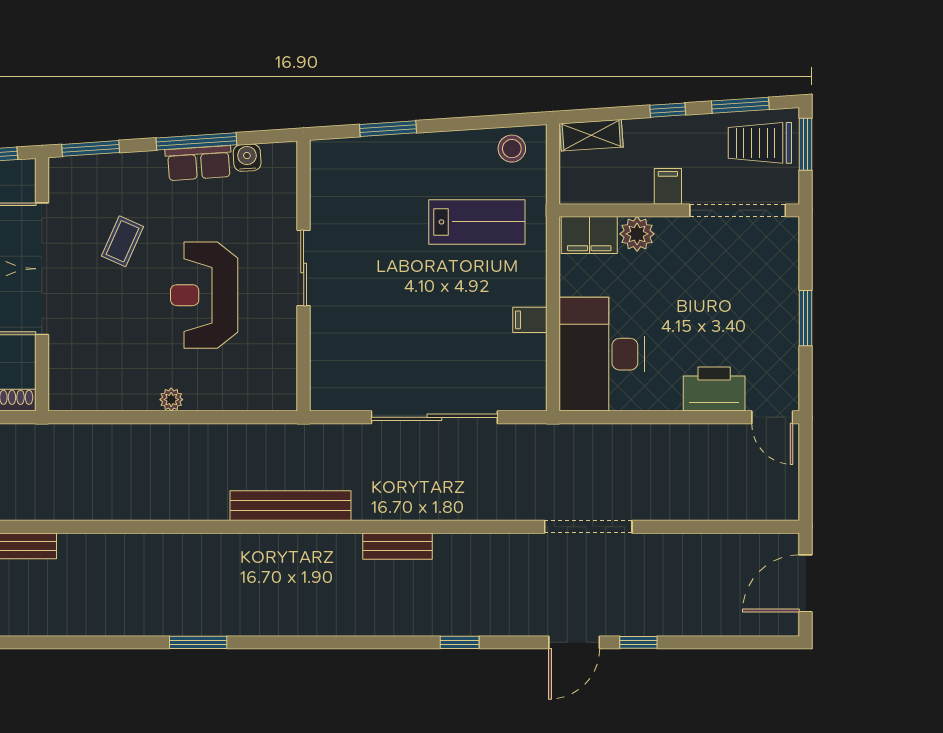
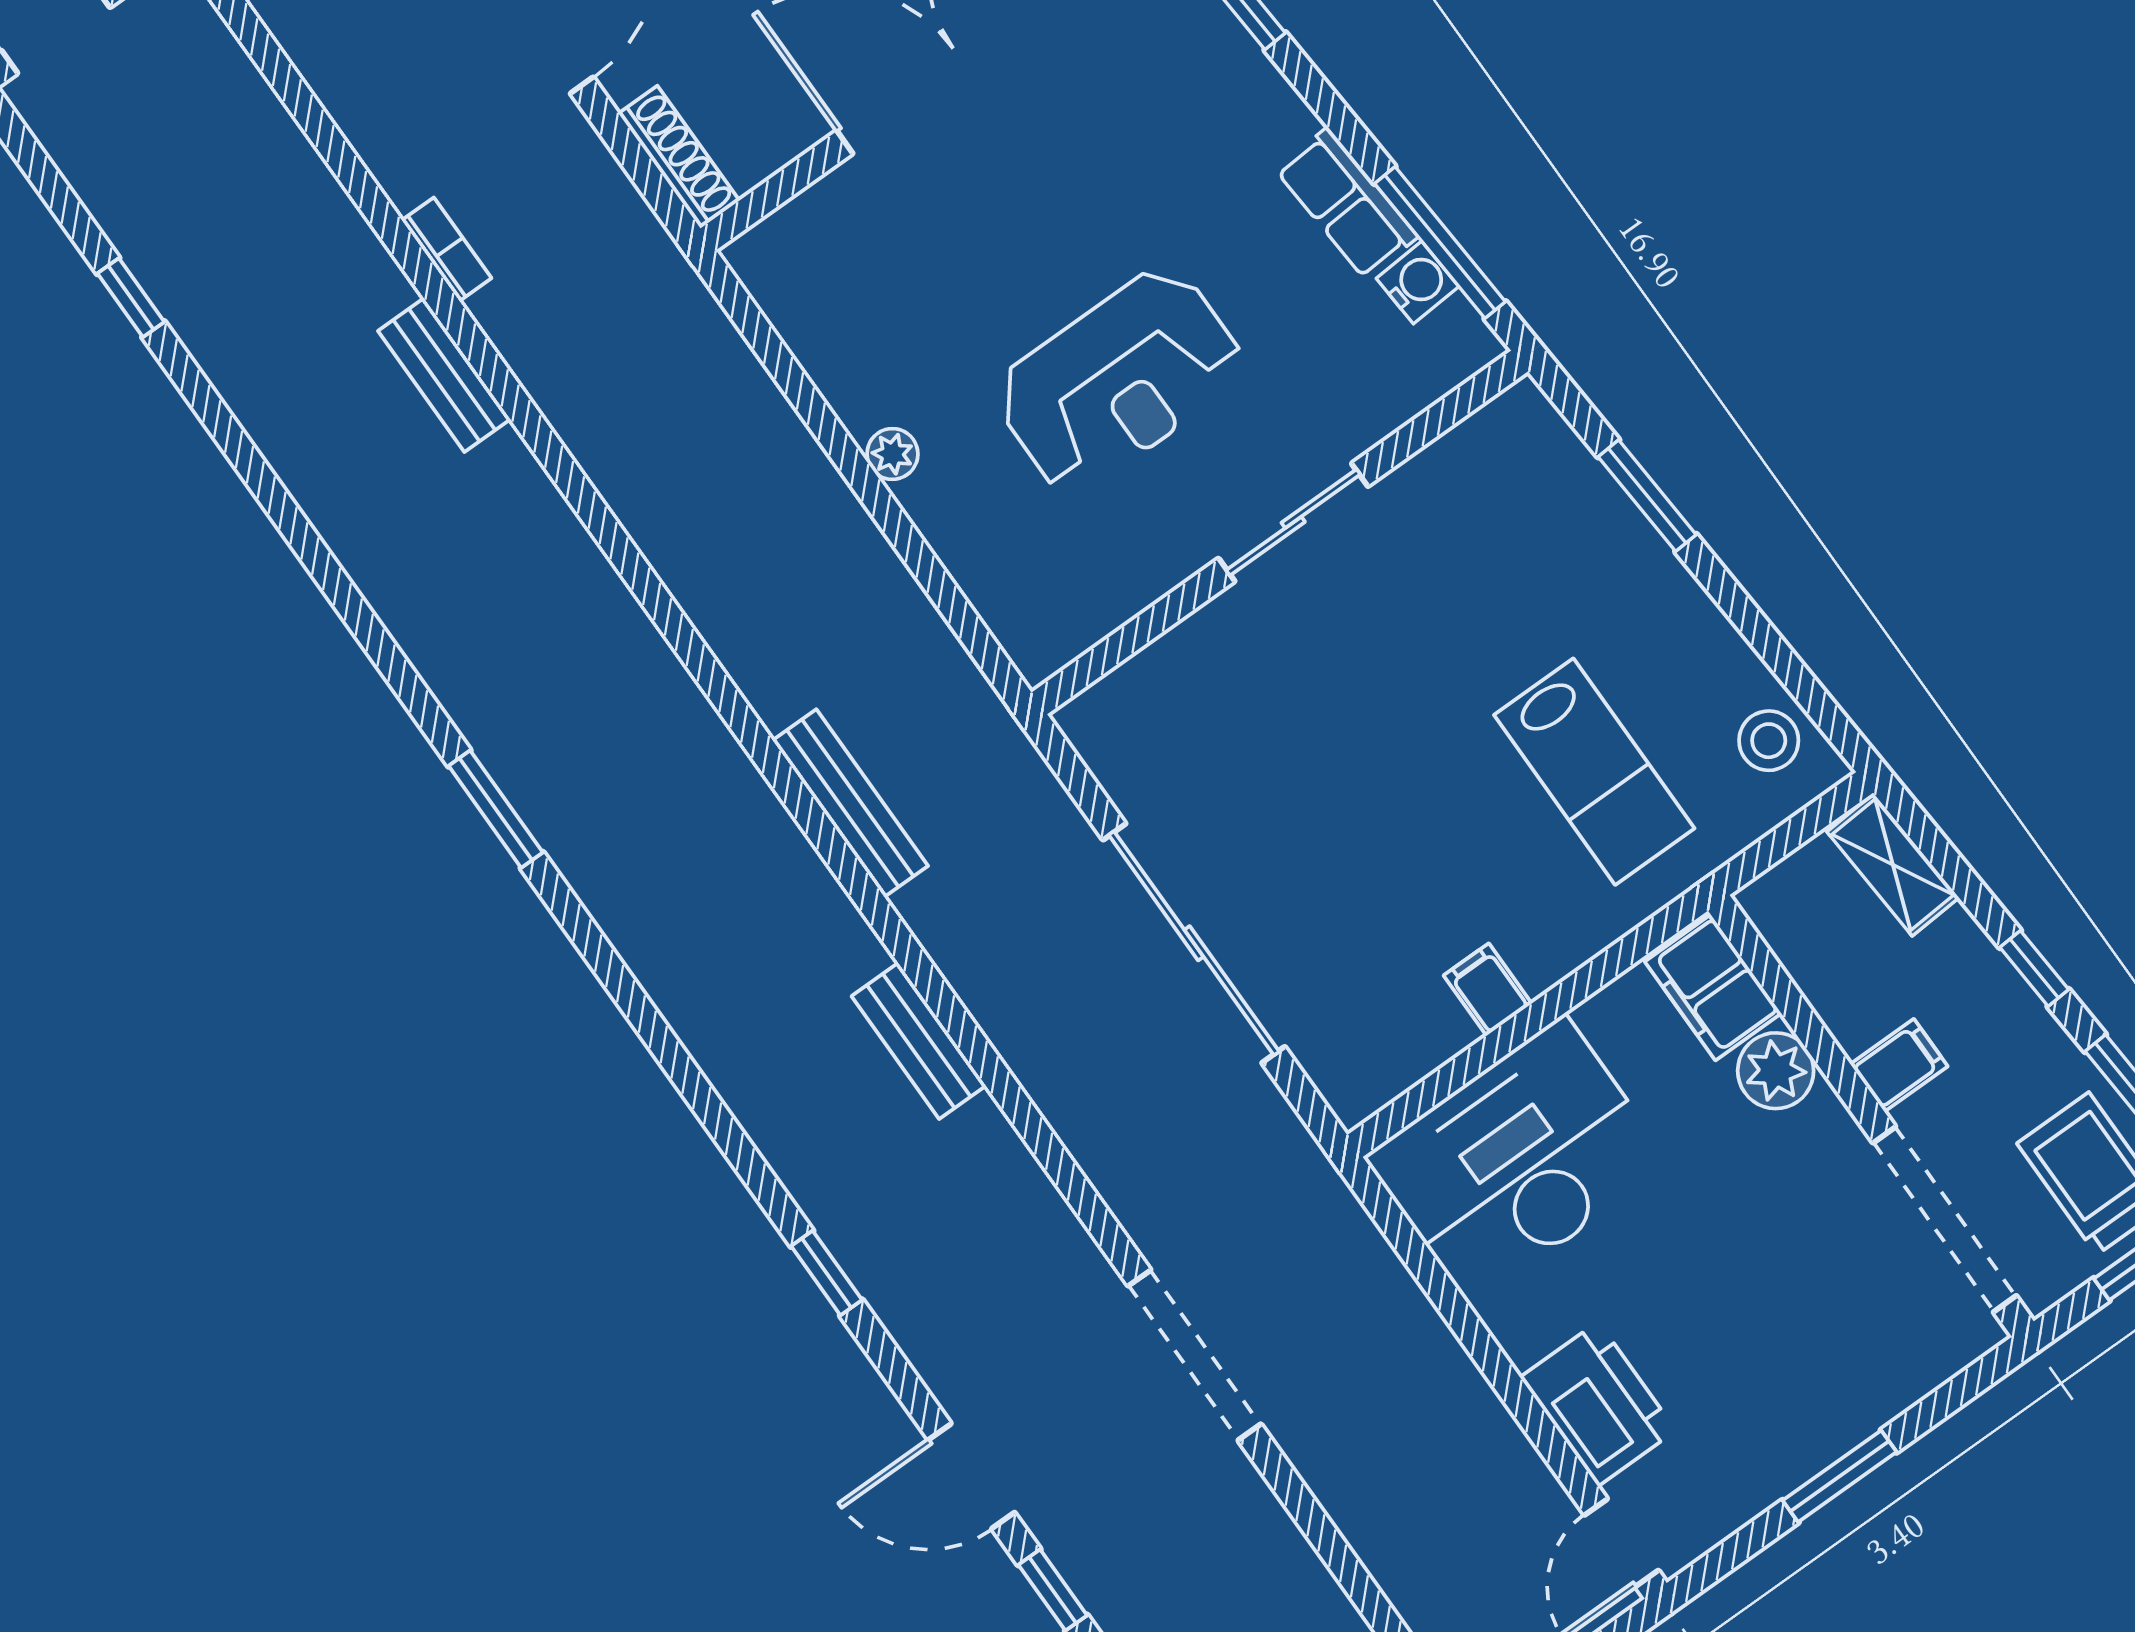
window: (196, 141) -> (1440, 243), moved
coffee table: (123, 241) -> (1112, 167), removed
reception desk: (204, 295) -> (1119, 380), turned 180
bench: (290, 506) -> (850, 803), width x0.73, depth x0.82

